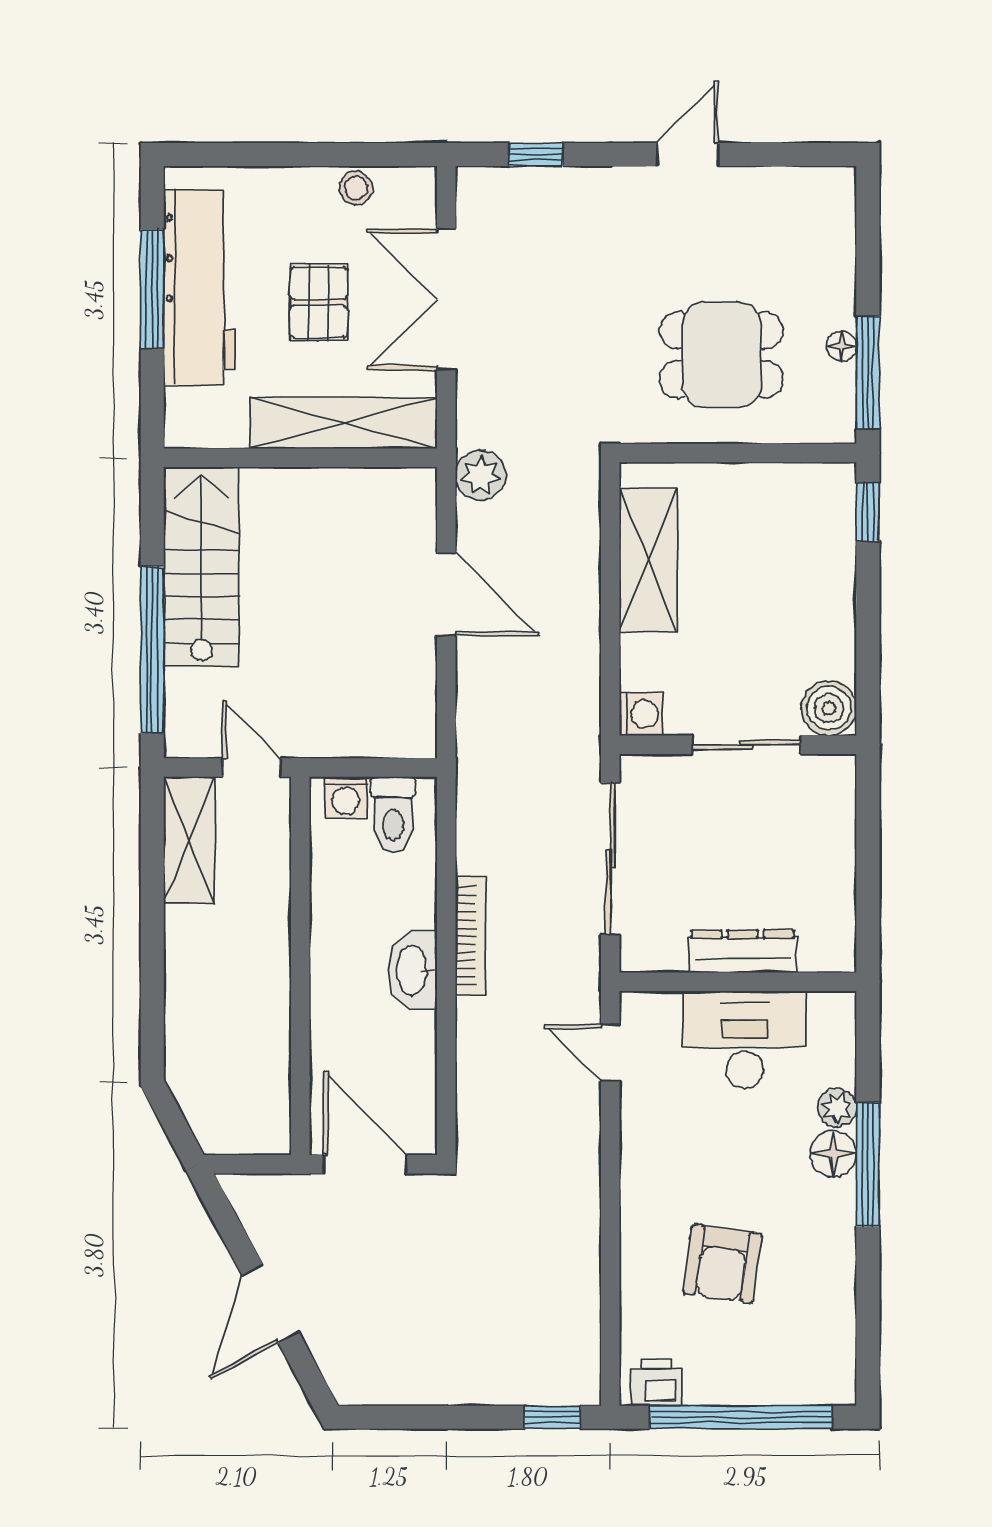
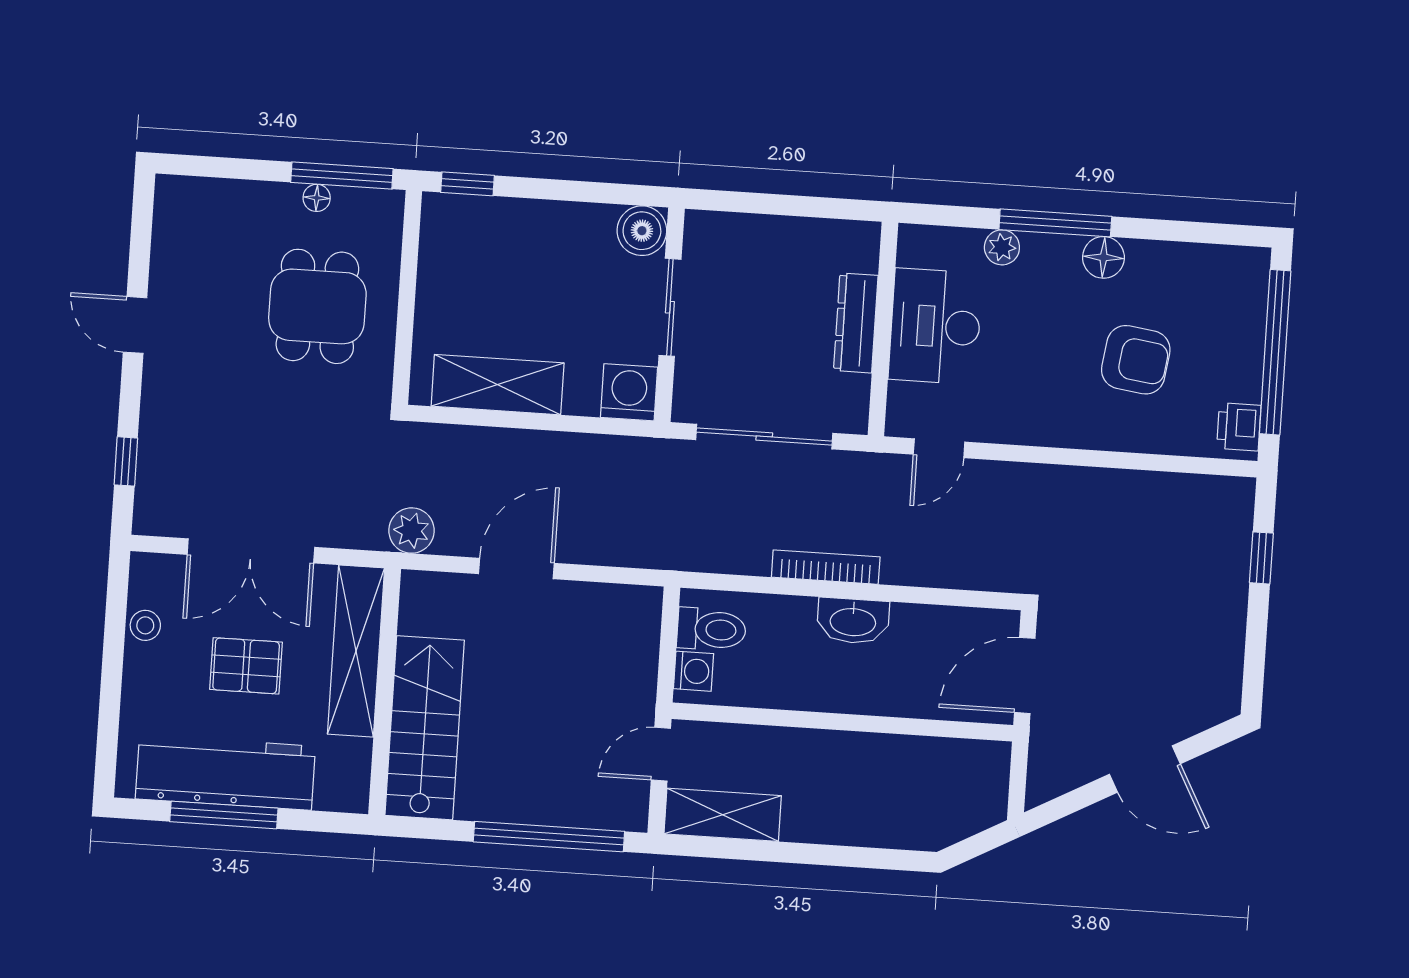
stairs: (201, 566) -> (425, 728), moved, turned 90
washing machine: (641, 714) -> (629, 392), width x1.38, depth x1.38
floor lamp: (833, 1154) -> (1103, 257), moved
window: (552, 1417) -> (1261, 558), moved

